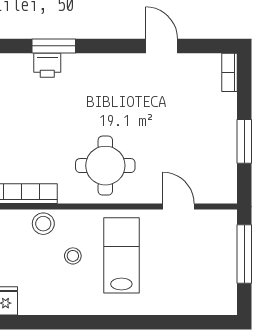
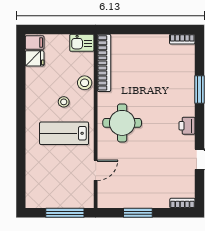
printer: (47, 65) -> (187, 126), moved
lab bench: (121, 255) -> (64, 133), turned 180

